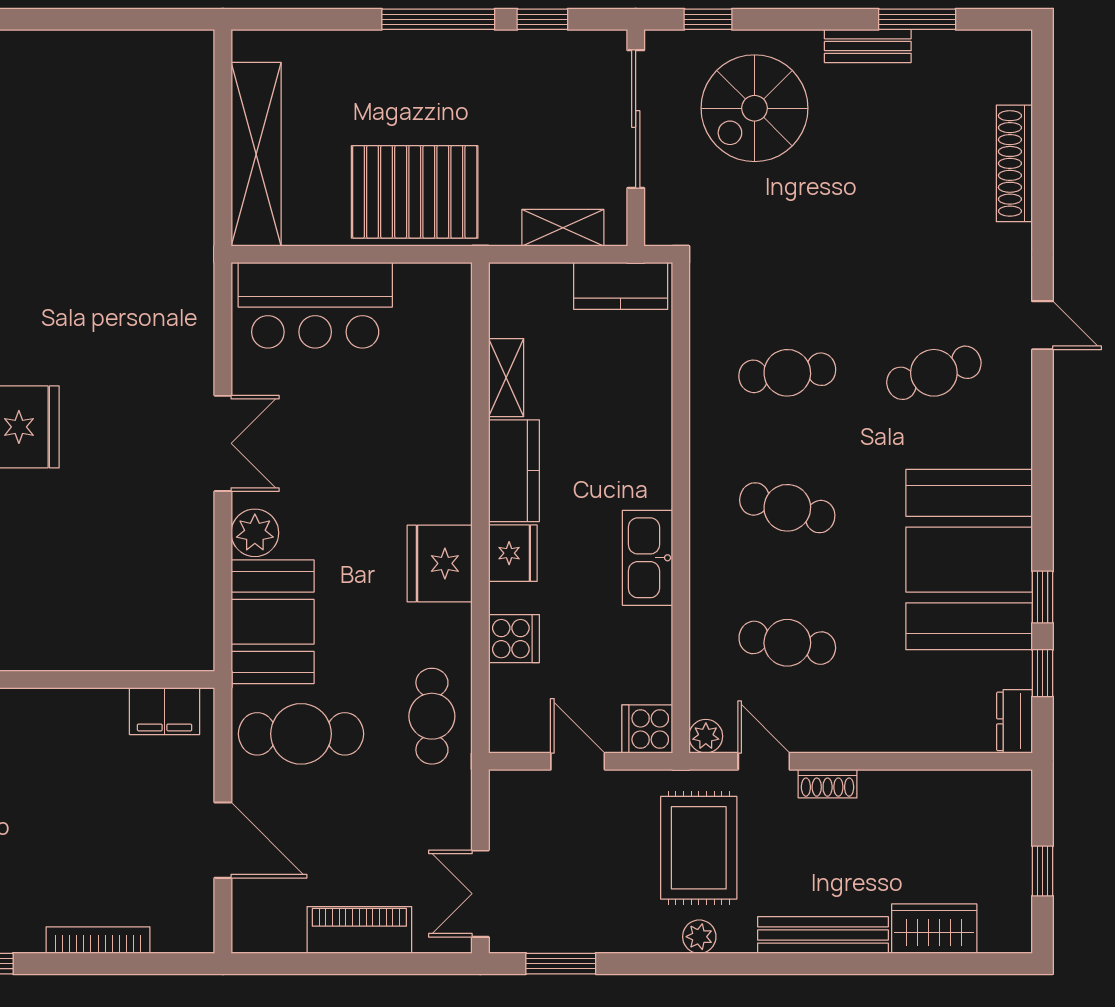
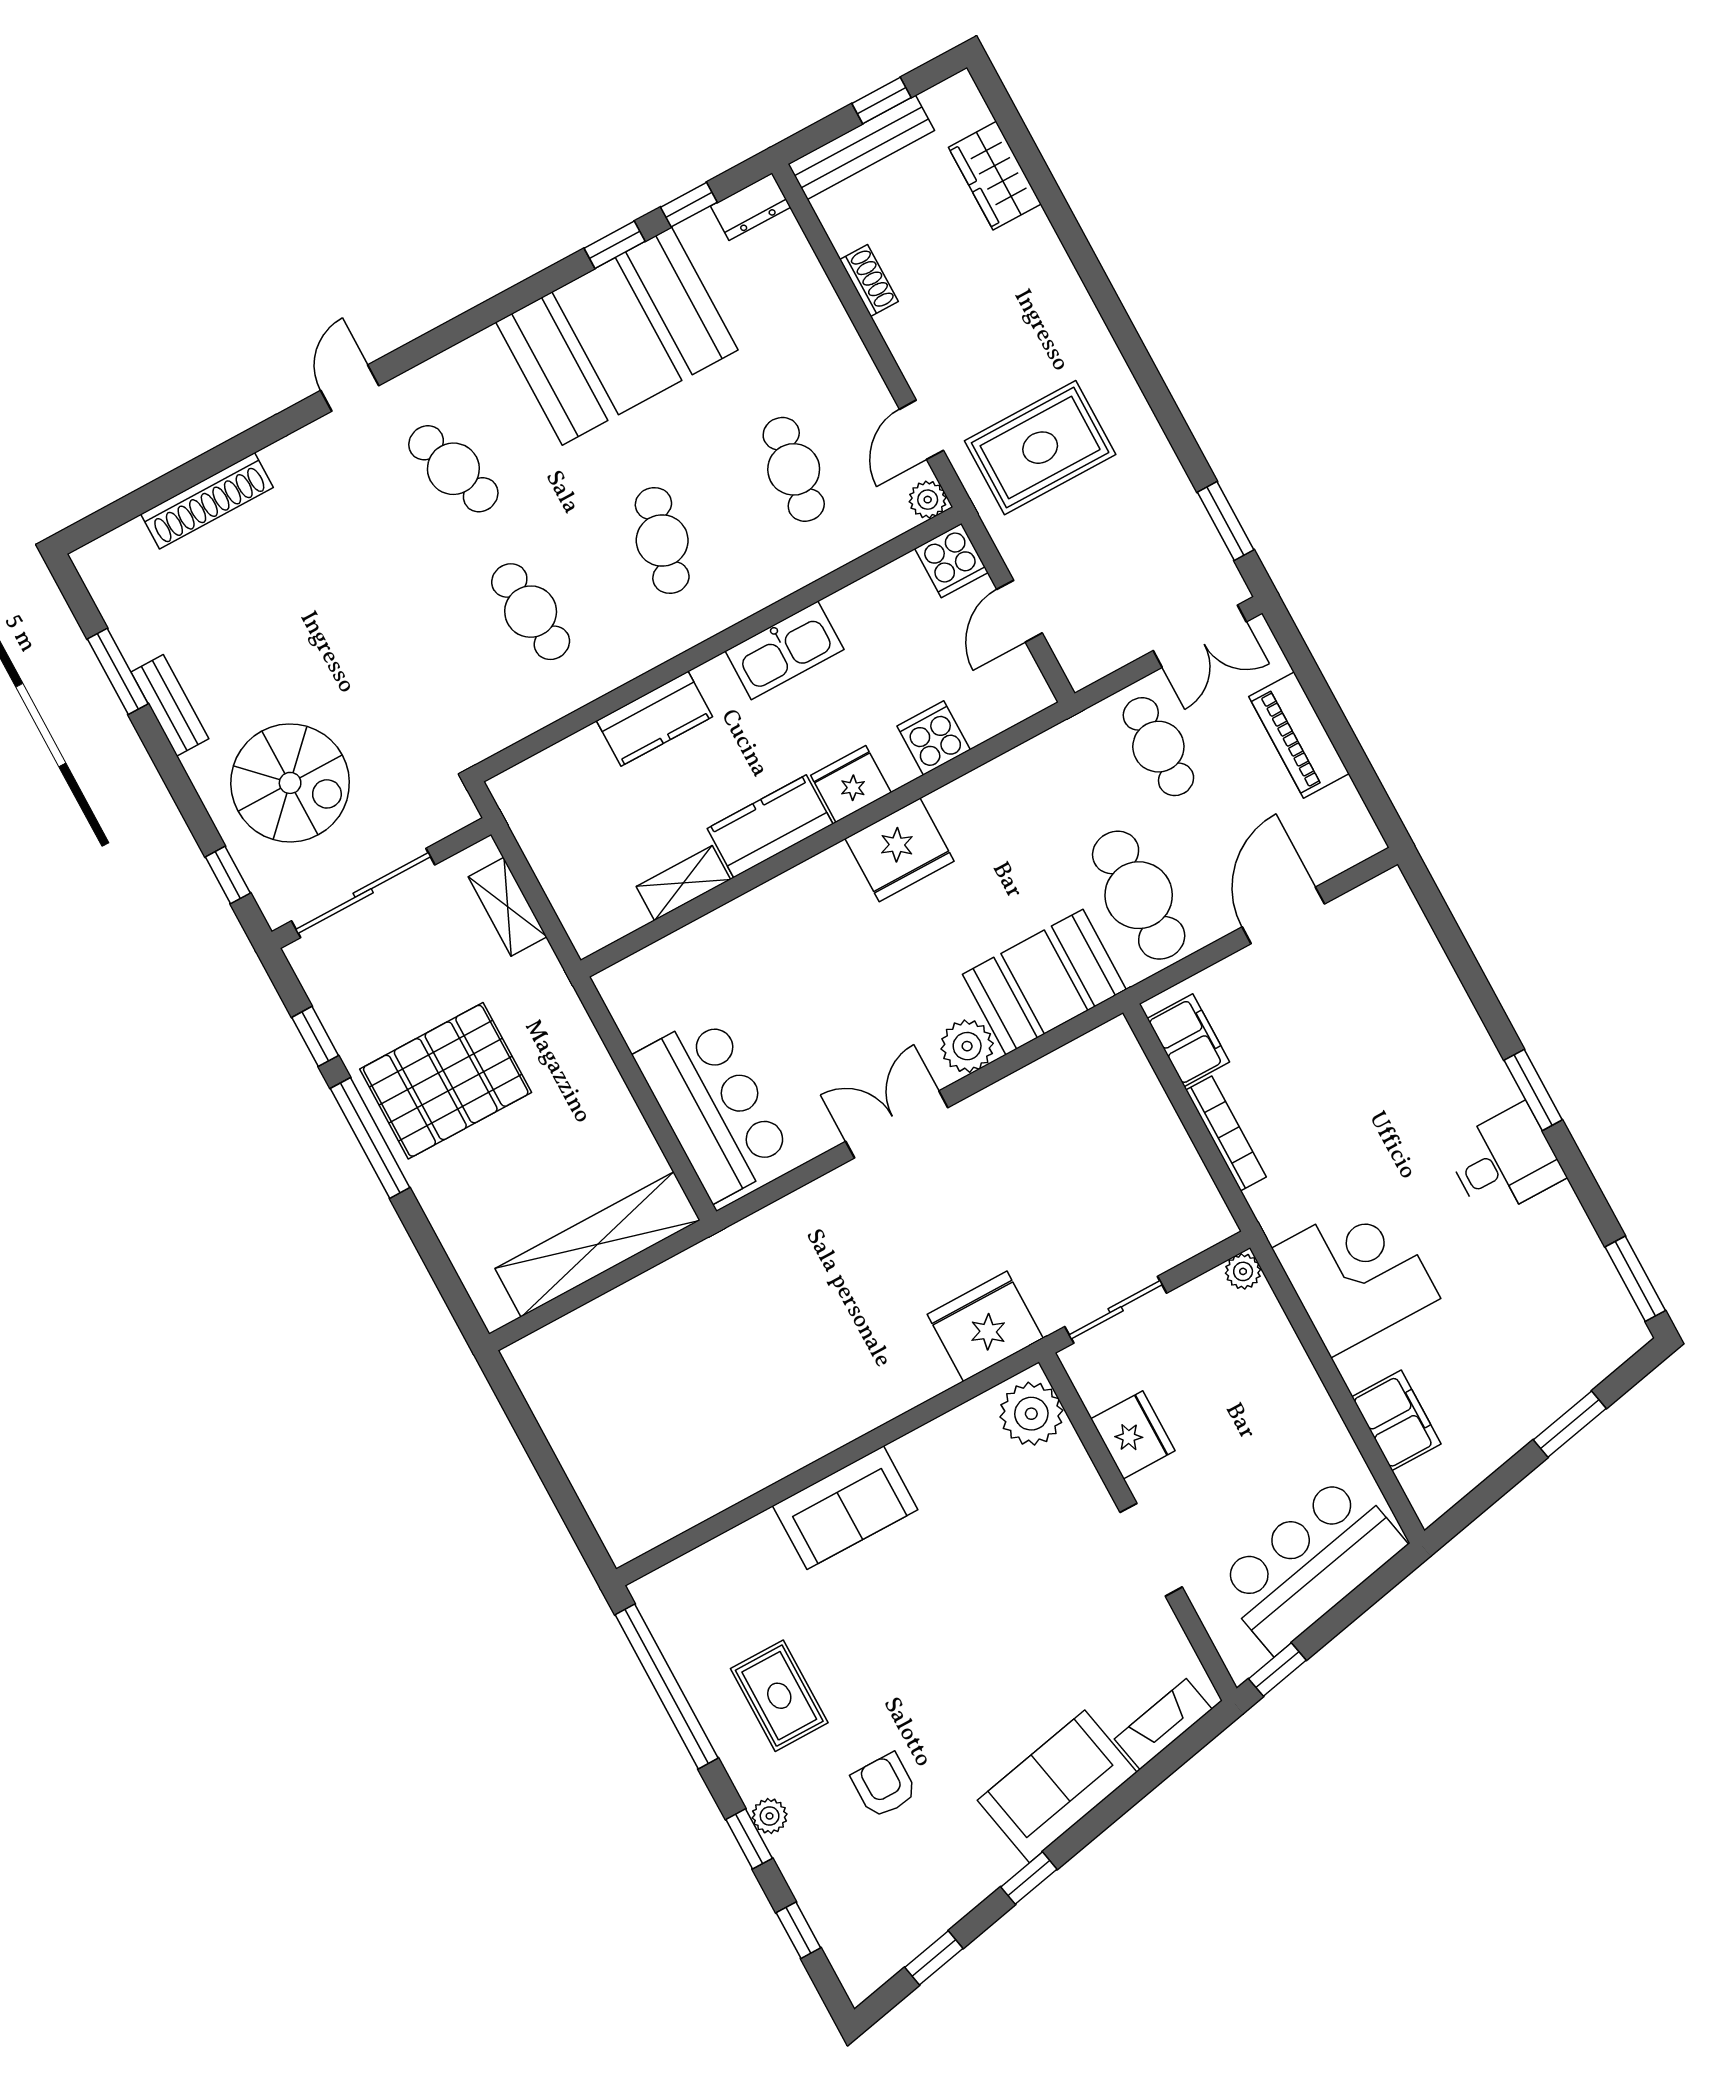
pallet: (415, 192) -> (446, 1081), moved, turned 90
kitchen counter: (621, 286) -> (654, 719), moved, turned 90
cafe table: (432, 716) -> (1158, 747), moved, turned 90
shoe rack: (828, 784) -> (869, 280), moved
bench: (823, 935) -> (861, 147), moved, turned 90
plant: (699, 937) -> (1126, 400), removed
bookcase: (98, 940) -> (1226, 1134), moved, turned 180

